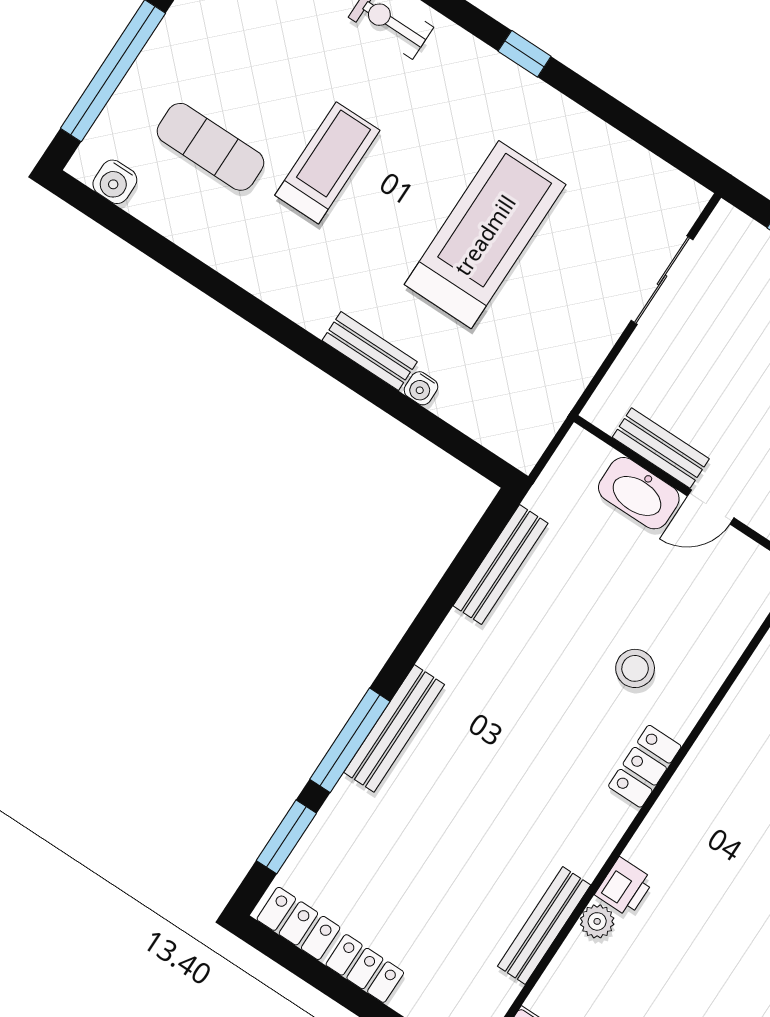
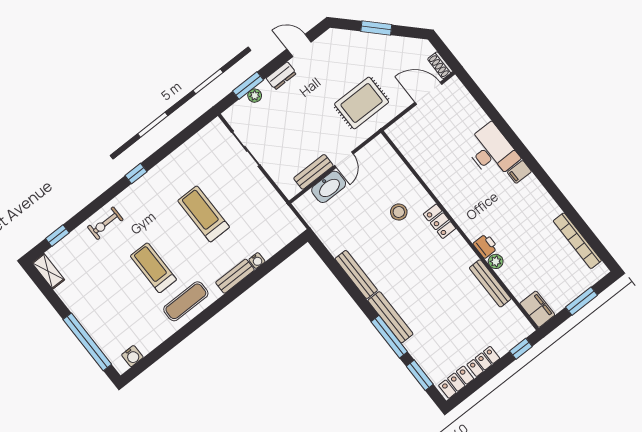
exercise mat: (210, 147) -> (186, 301), moved
treadmill: (485, 235) -> (204, 214), width x0.73, depth x0.73
bench: (501, 565) -> (356, 274), moved

